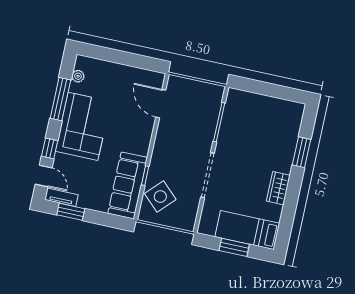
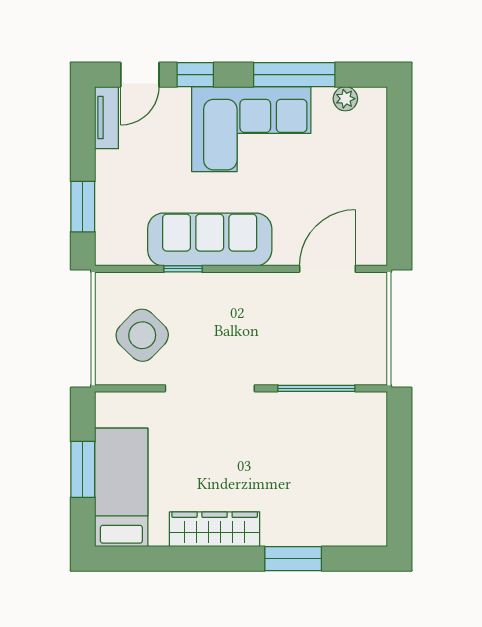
sofa: (128, 185) -> (210, 239), moved
wardrobe: (278, 188) -> (215, 529), width x1.50
side table: (160, 197) -> (142, 335), moved
window: (71, 212) -> (83, 207), moved

